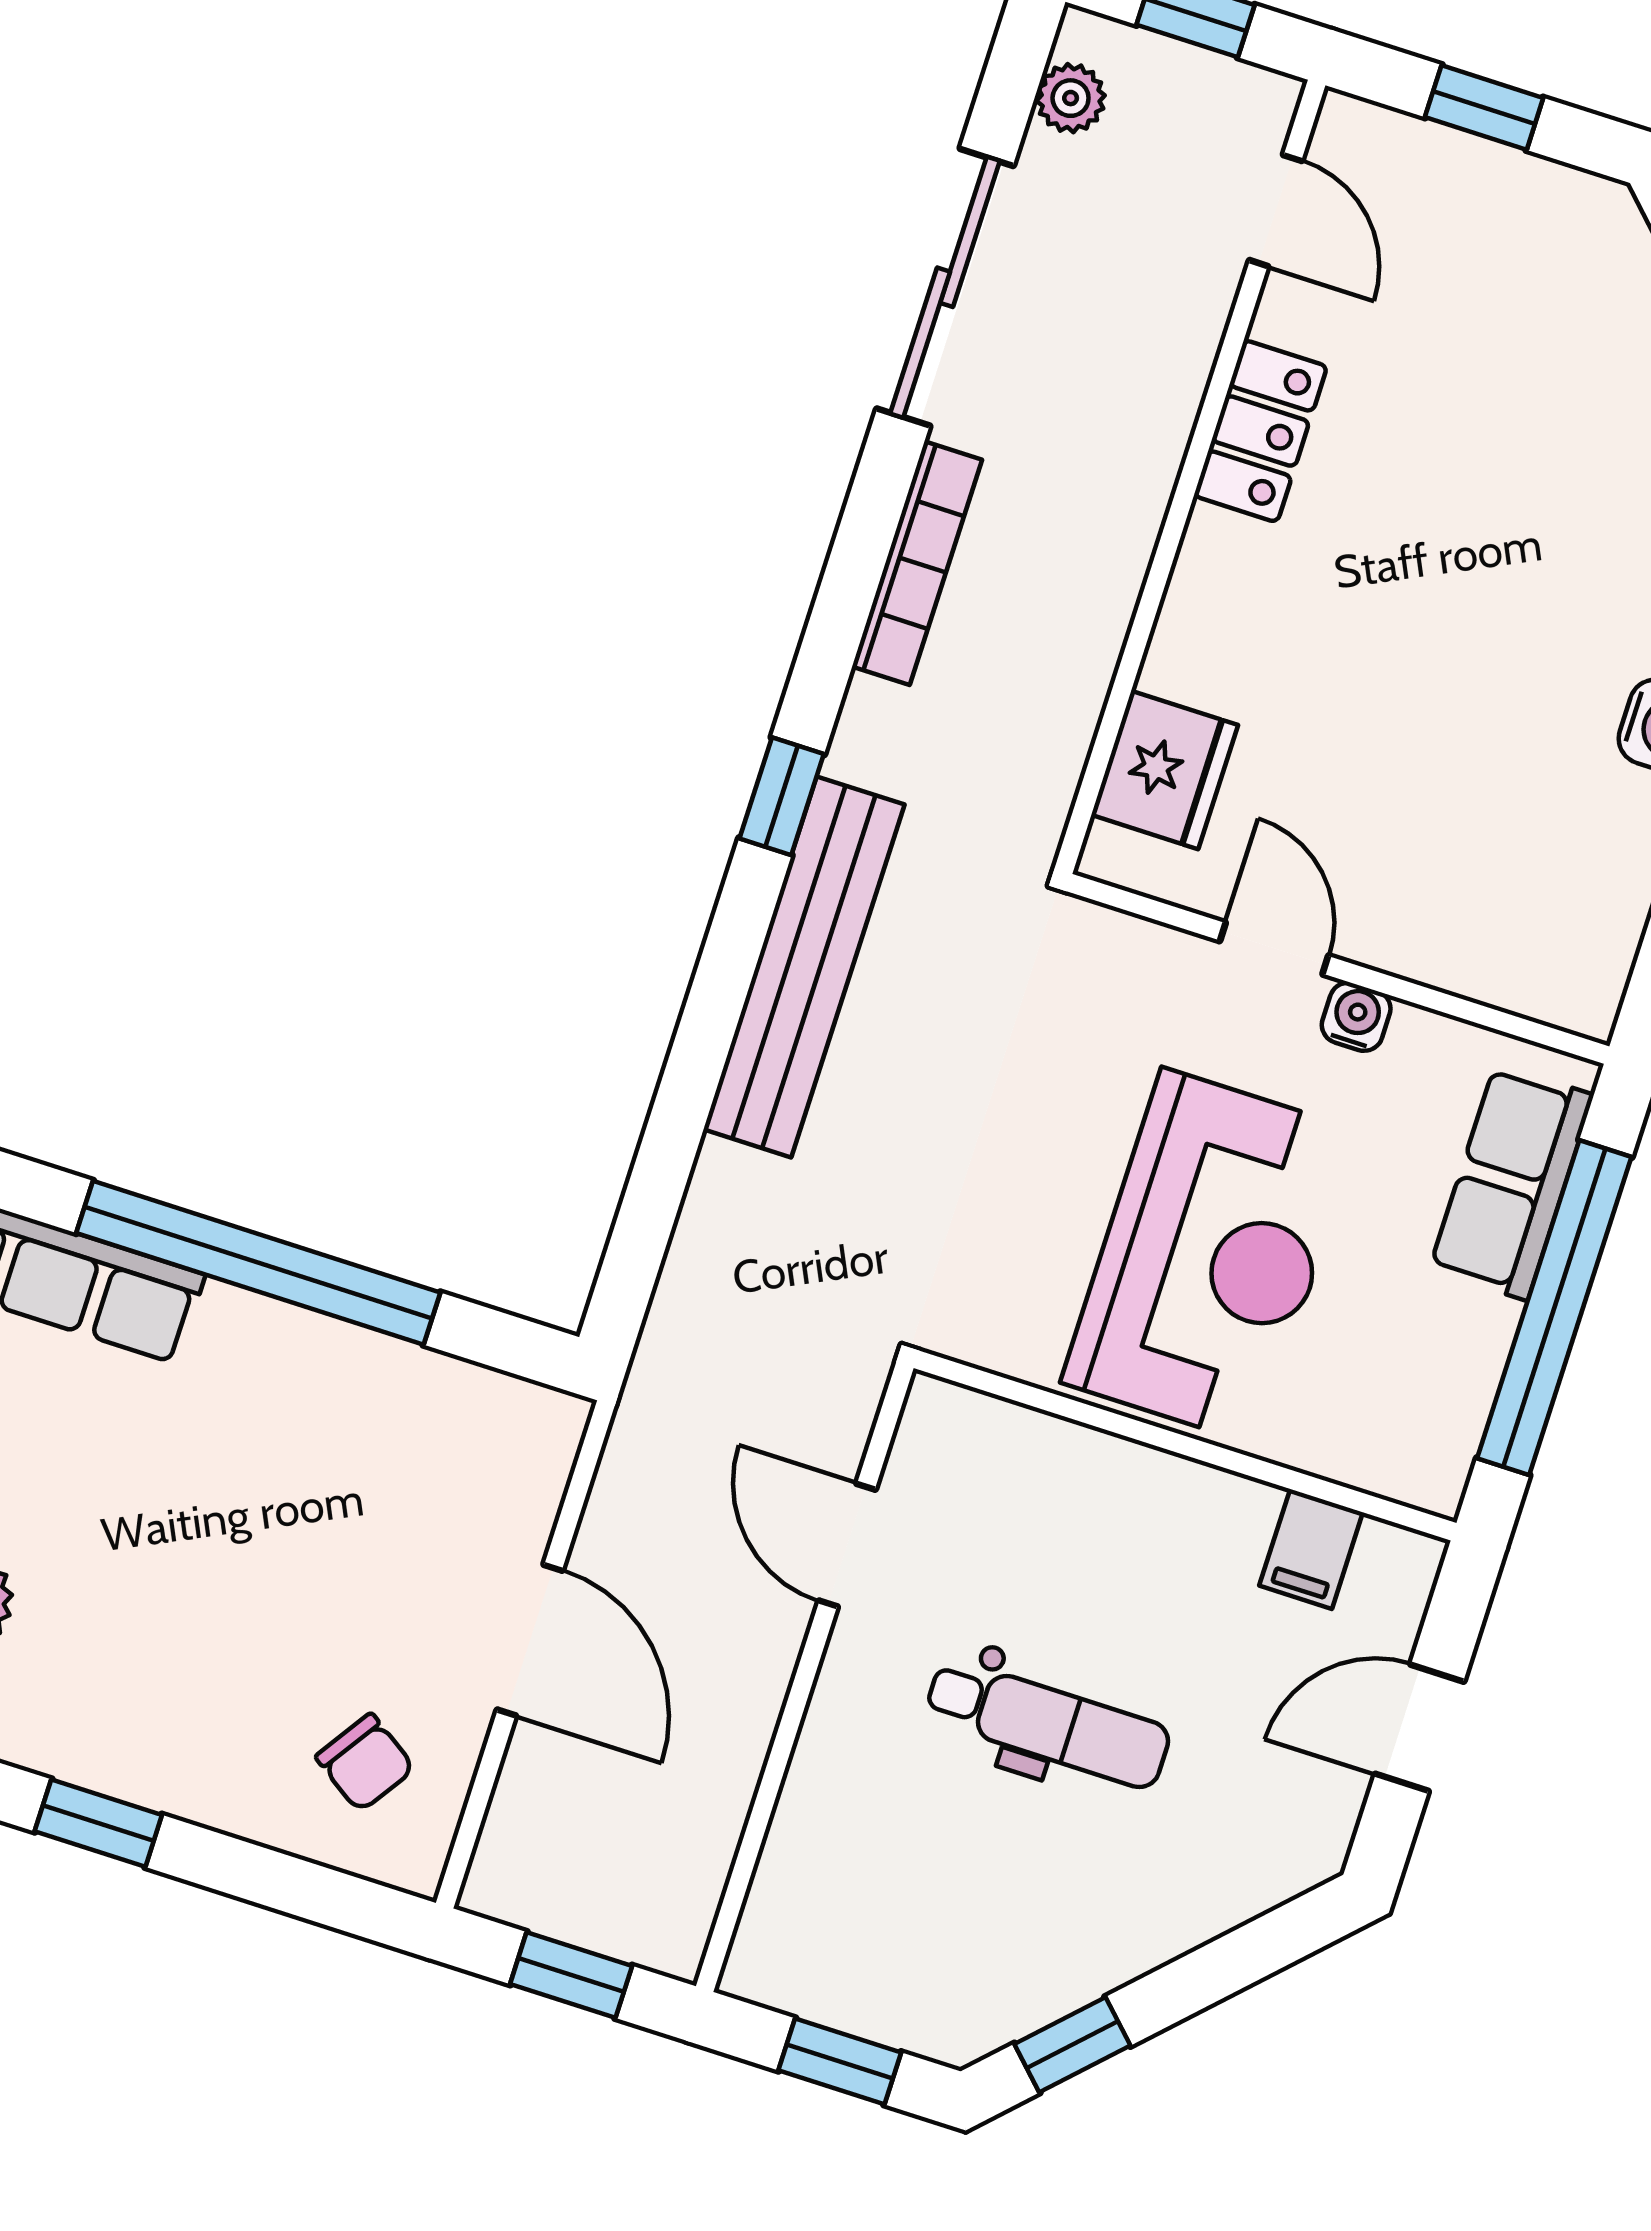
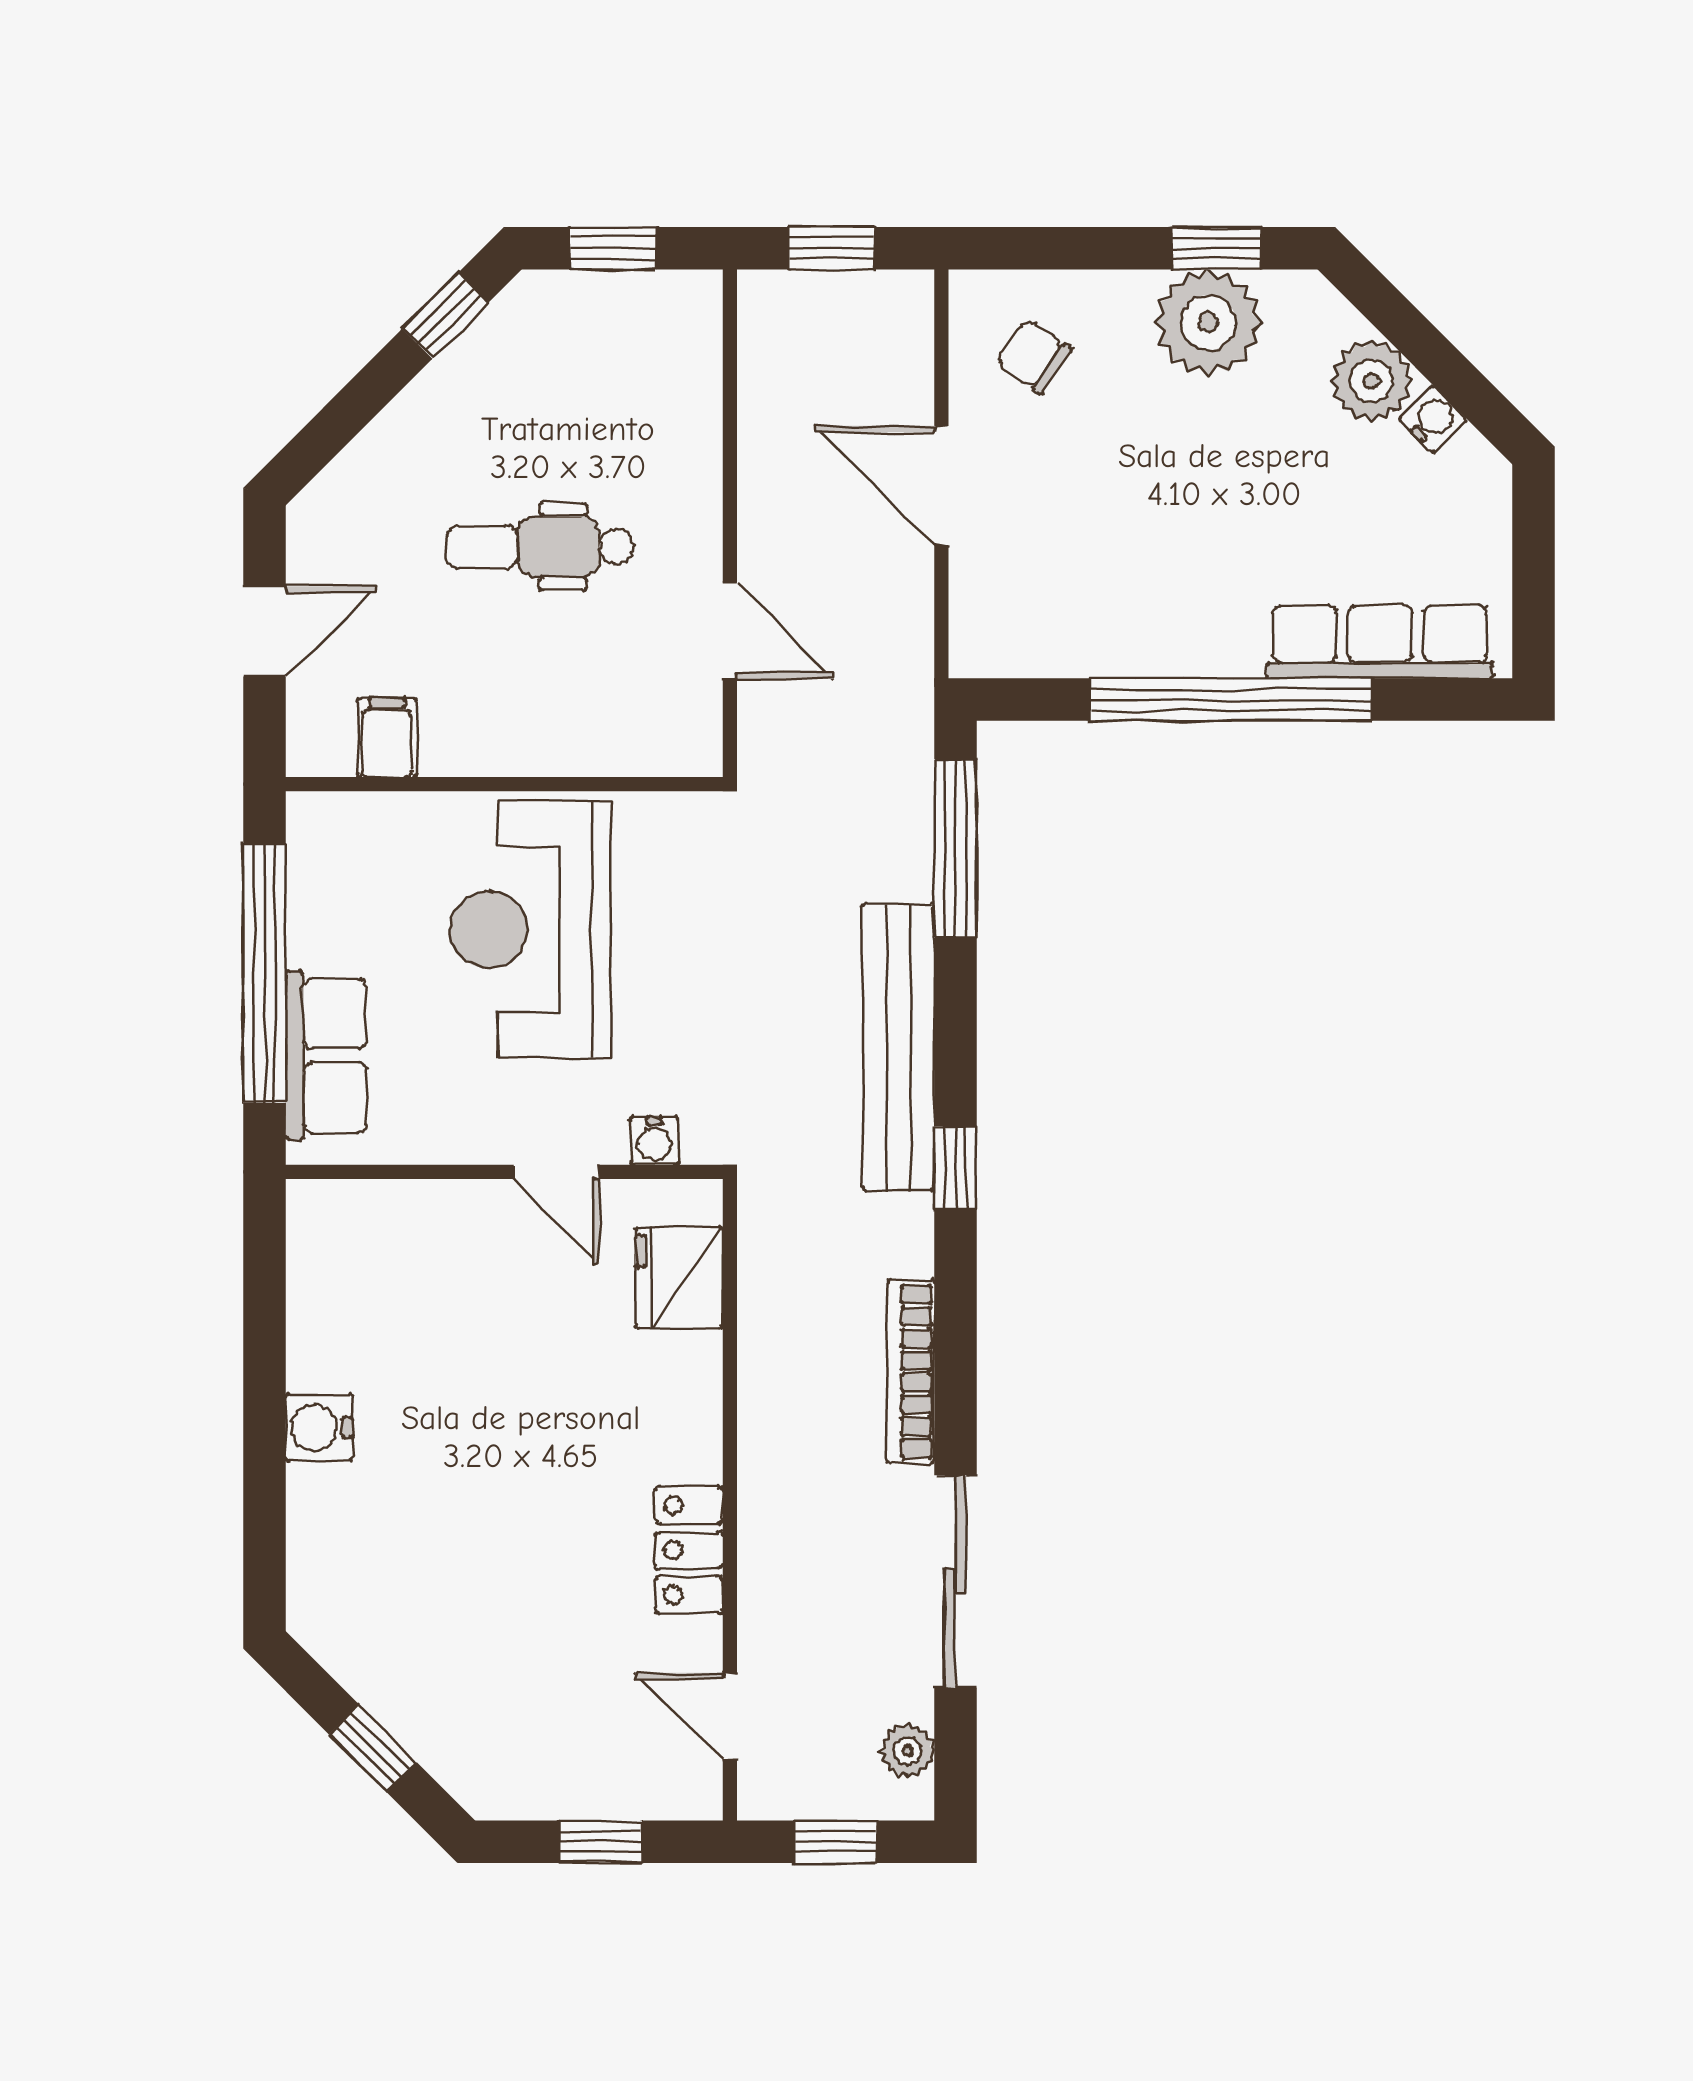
water cooler: (1356, 1017) -> (654, 1141), moved
window: (656, 1188) -> (955, 849), added
plant: (137, 1735) -> (1208, 323), added

